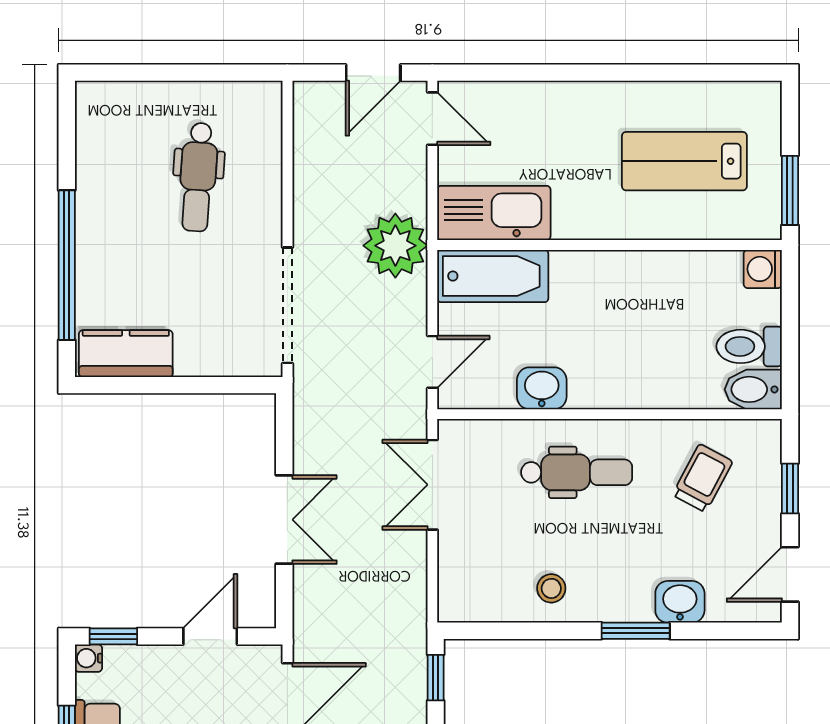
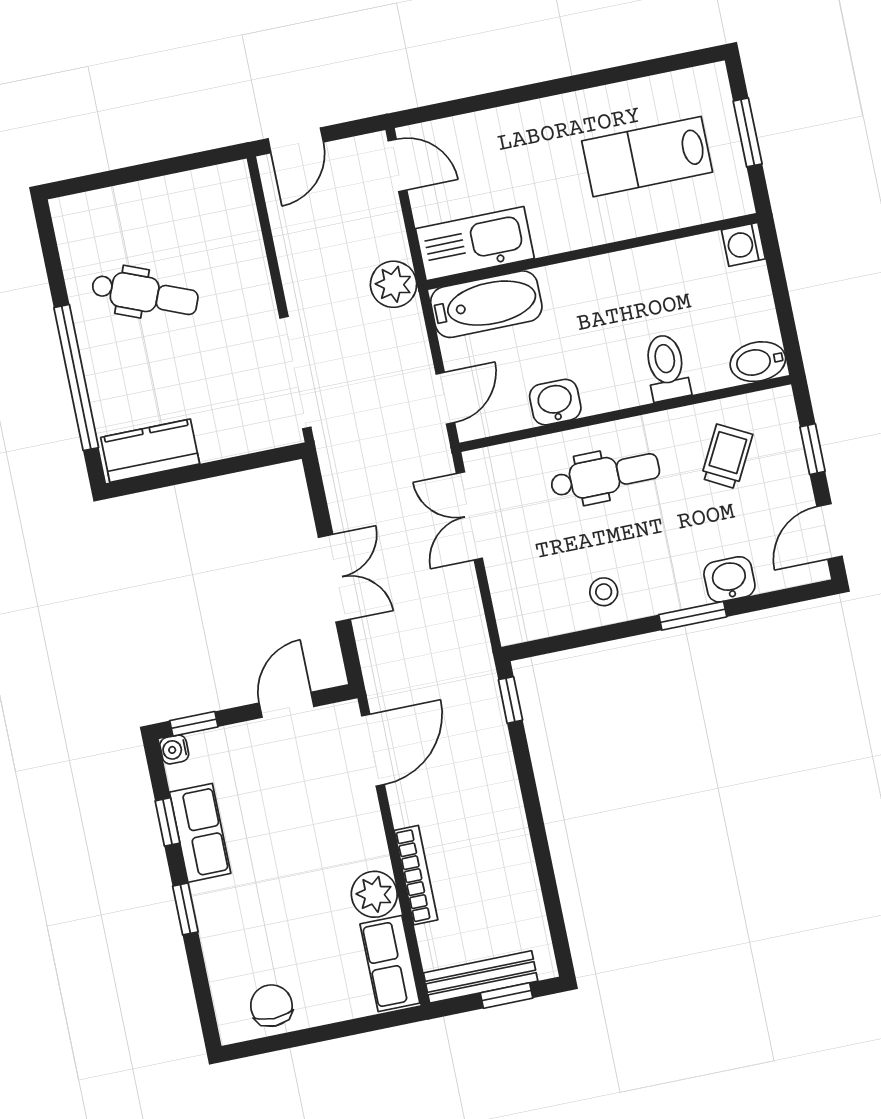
door: (373, 73) -> (296, 140), moved
dental chair: (198, 177) -> (145, 294), moved, turned -72
window: (790, 190) -> (748, 132), moved
plant: (395, 246) -> (394, 284), width x0.73, depth x0.73
toilet: (749, 346) -> (667, 367), moved, turned 90

